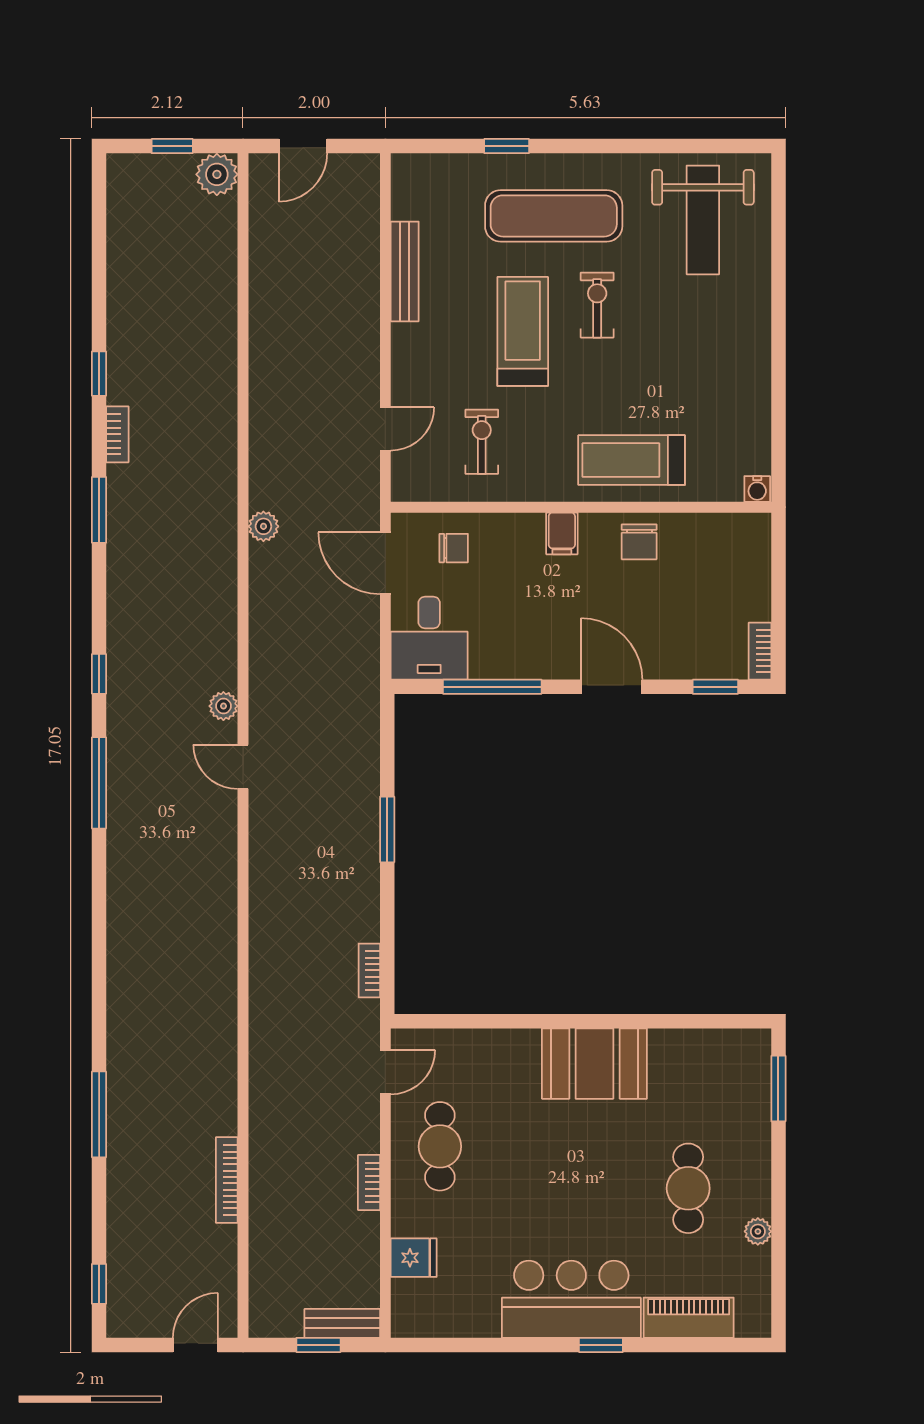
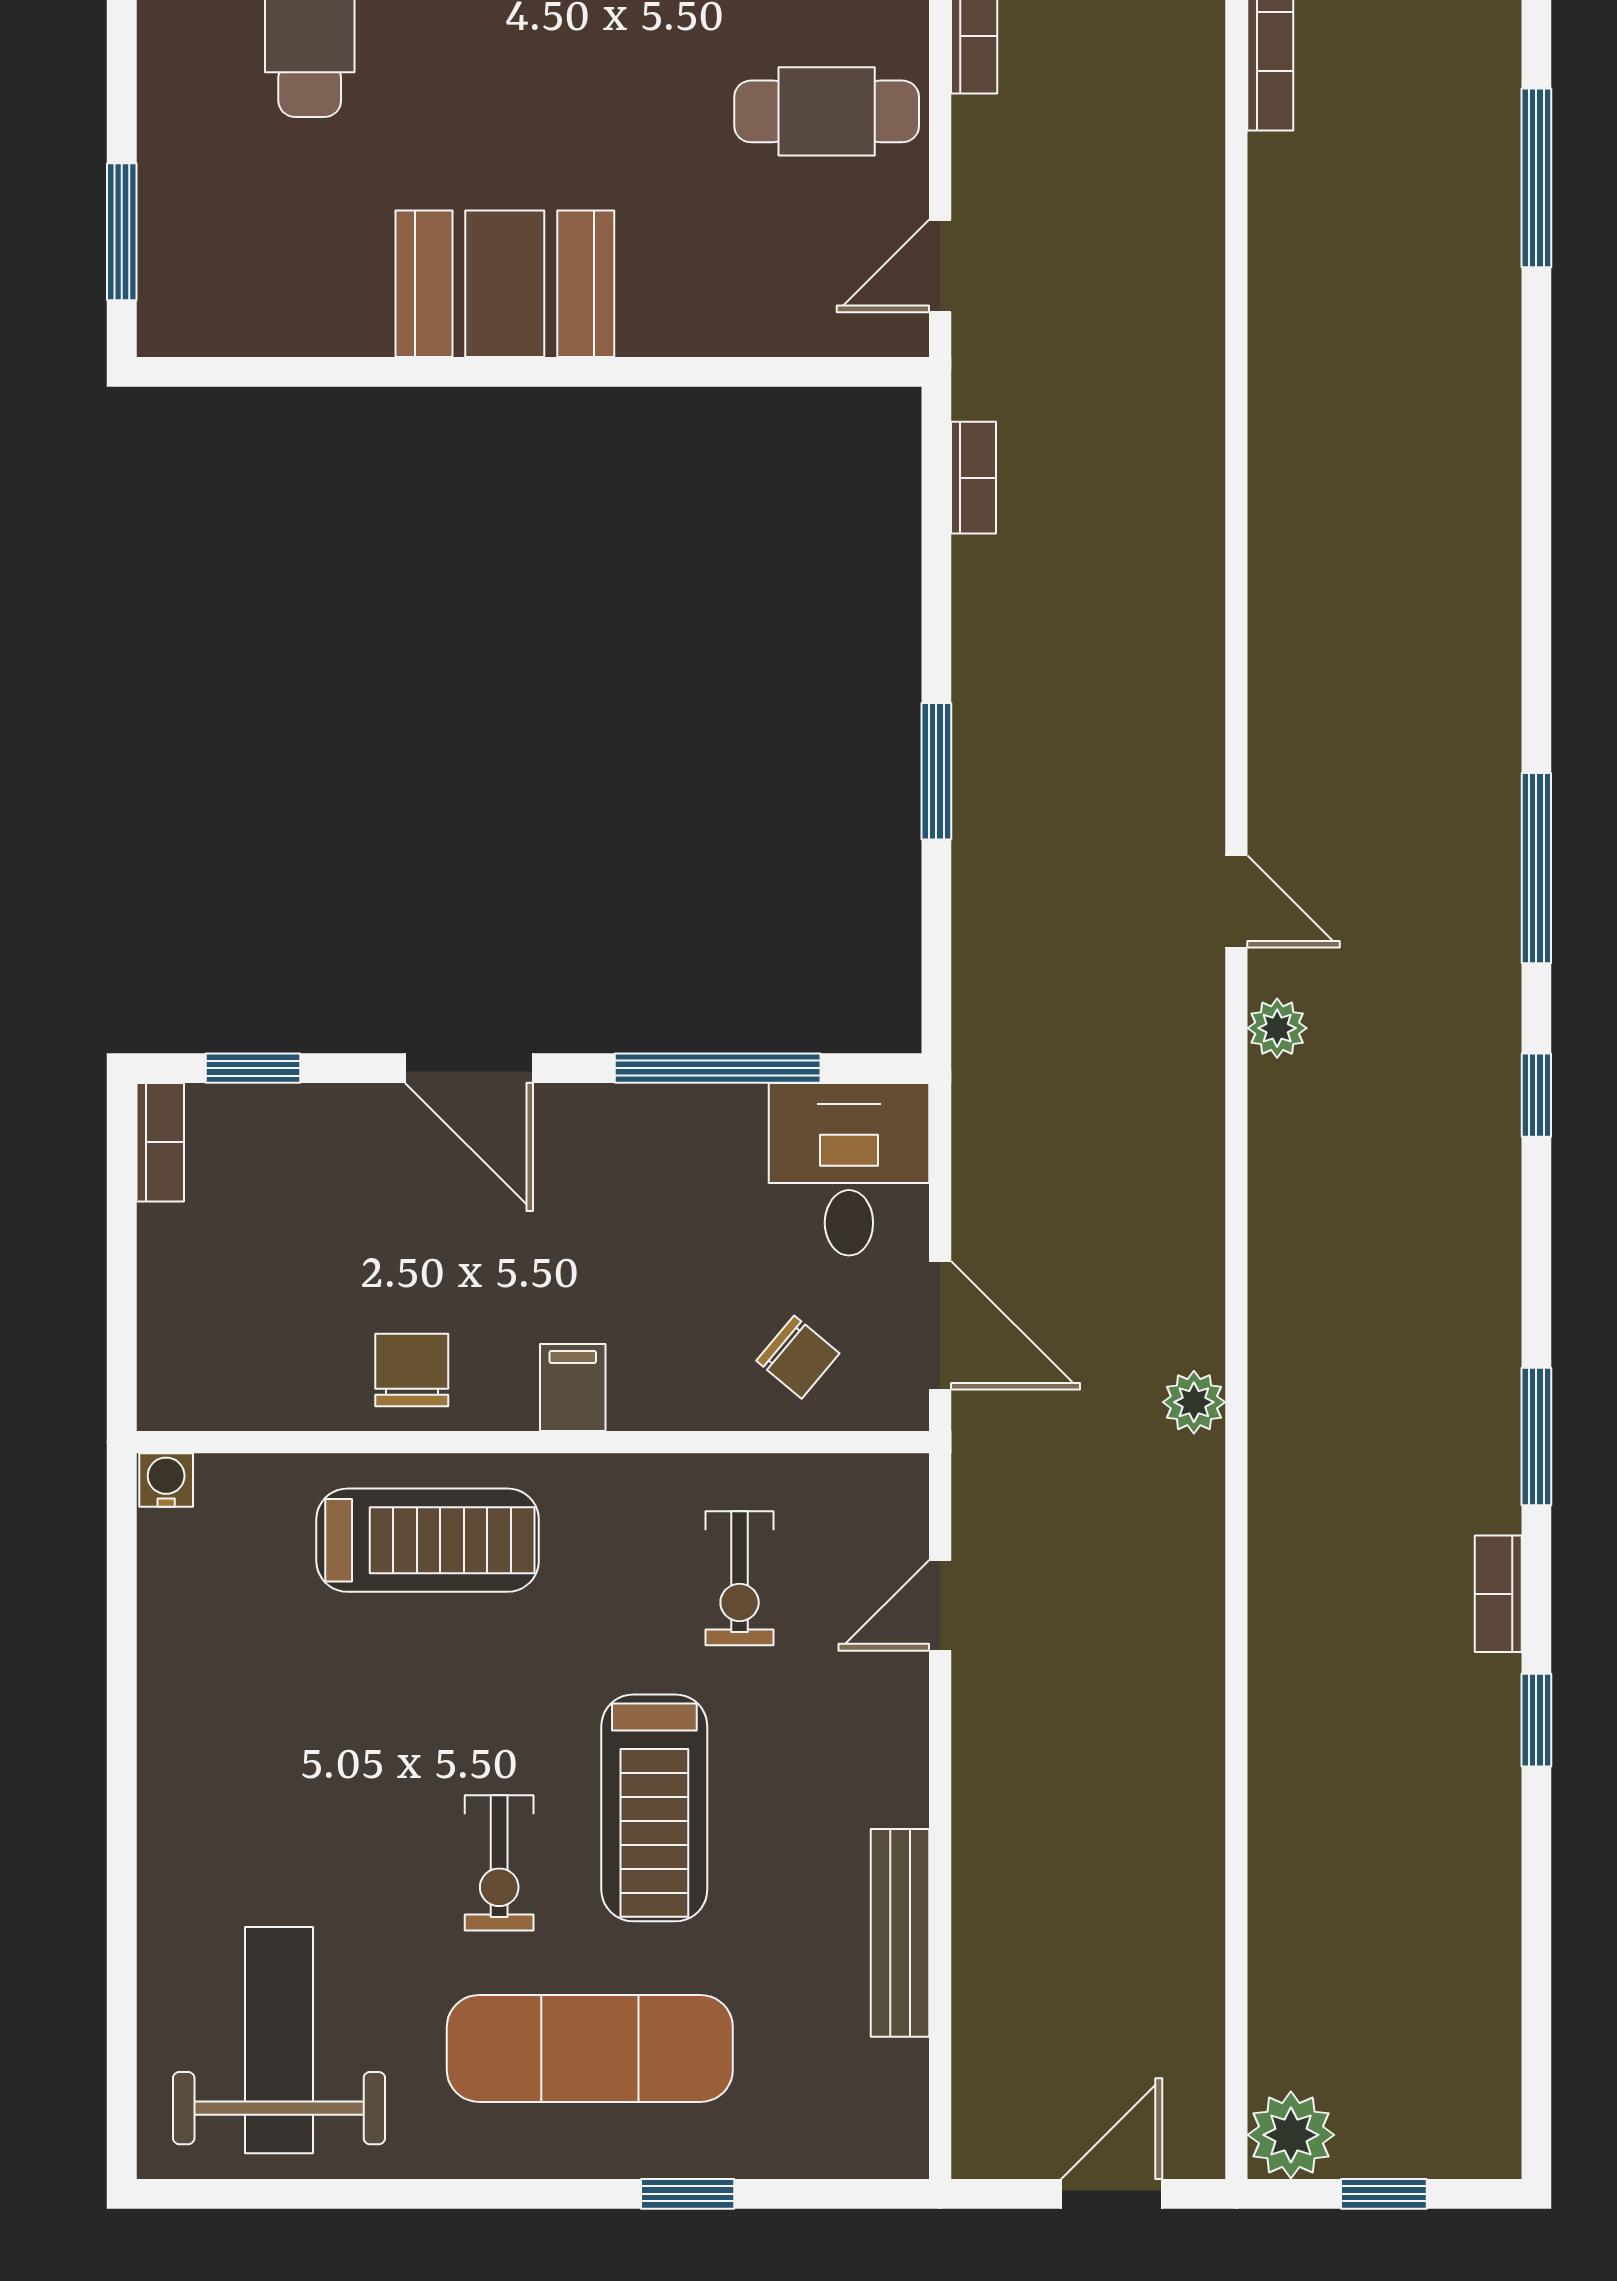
chair: (454, 548) -> (798, 1357), turned -140
cafe table: (440, 1146) -> (827, 111), turned 90

